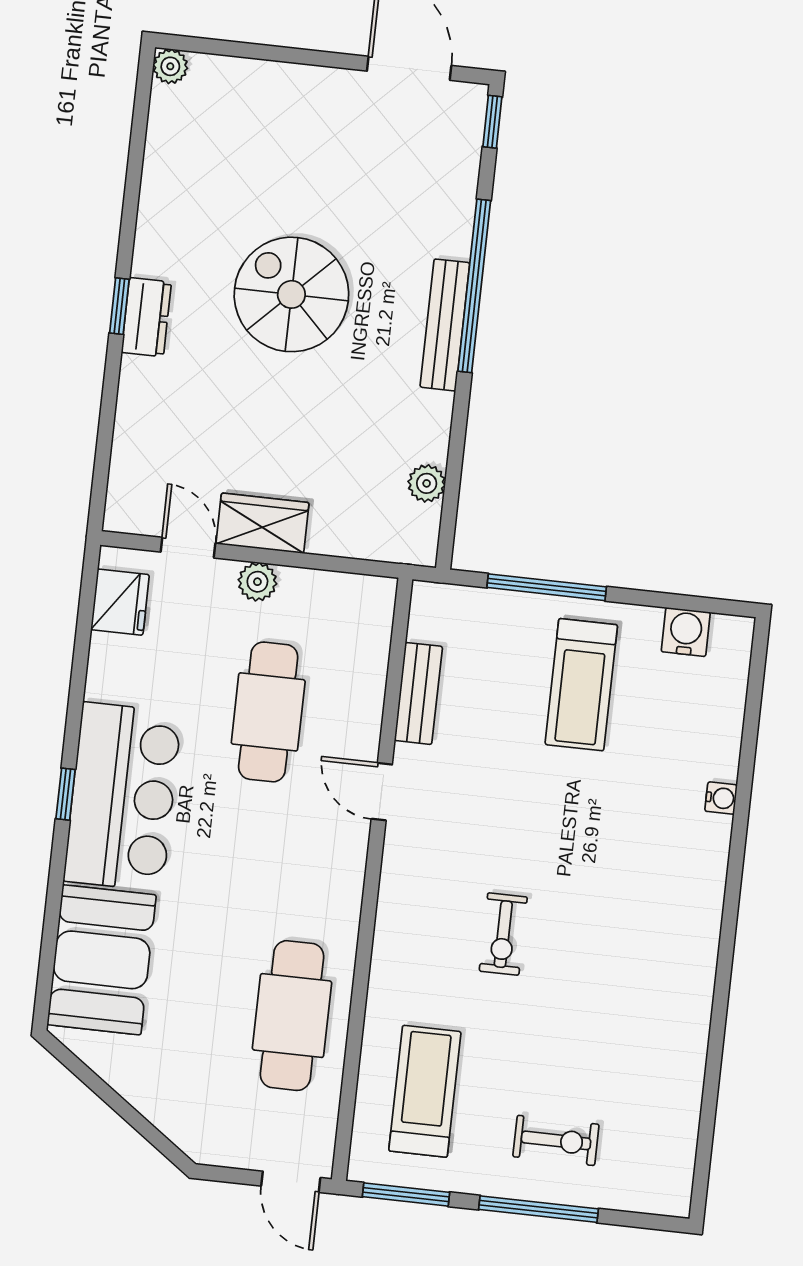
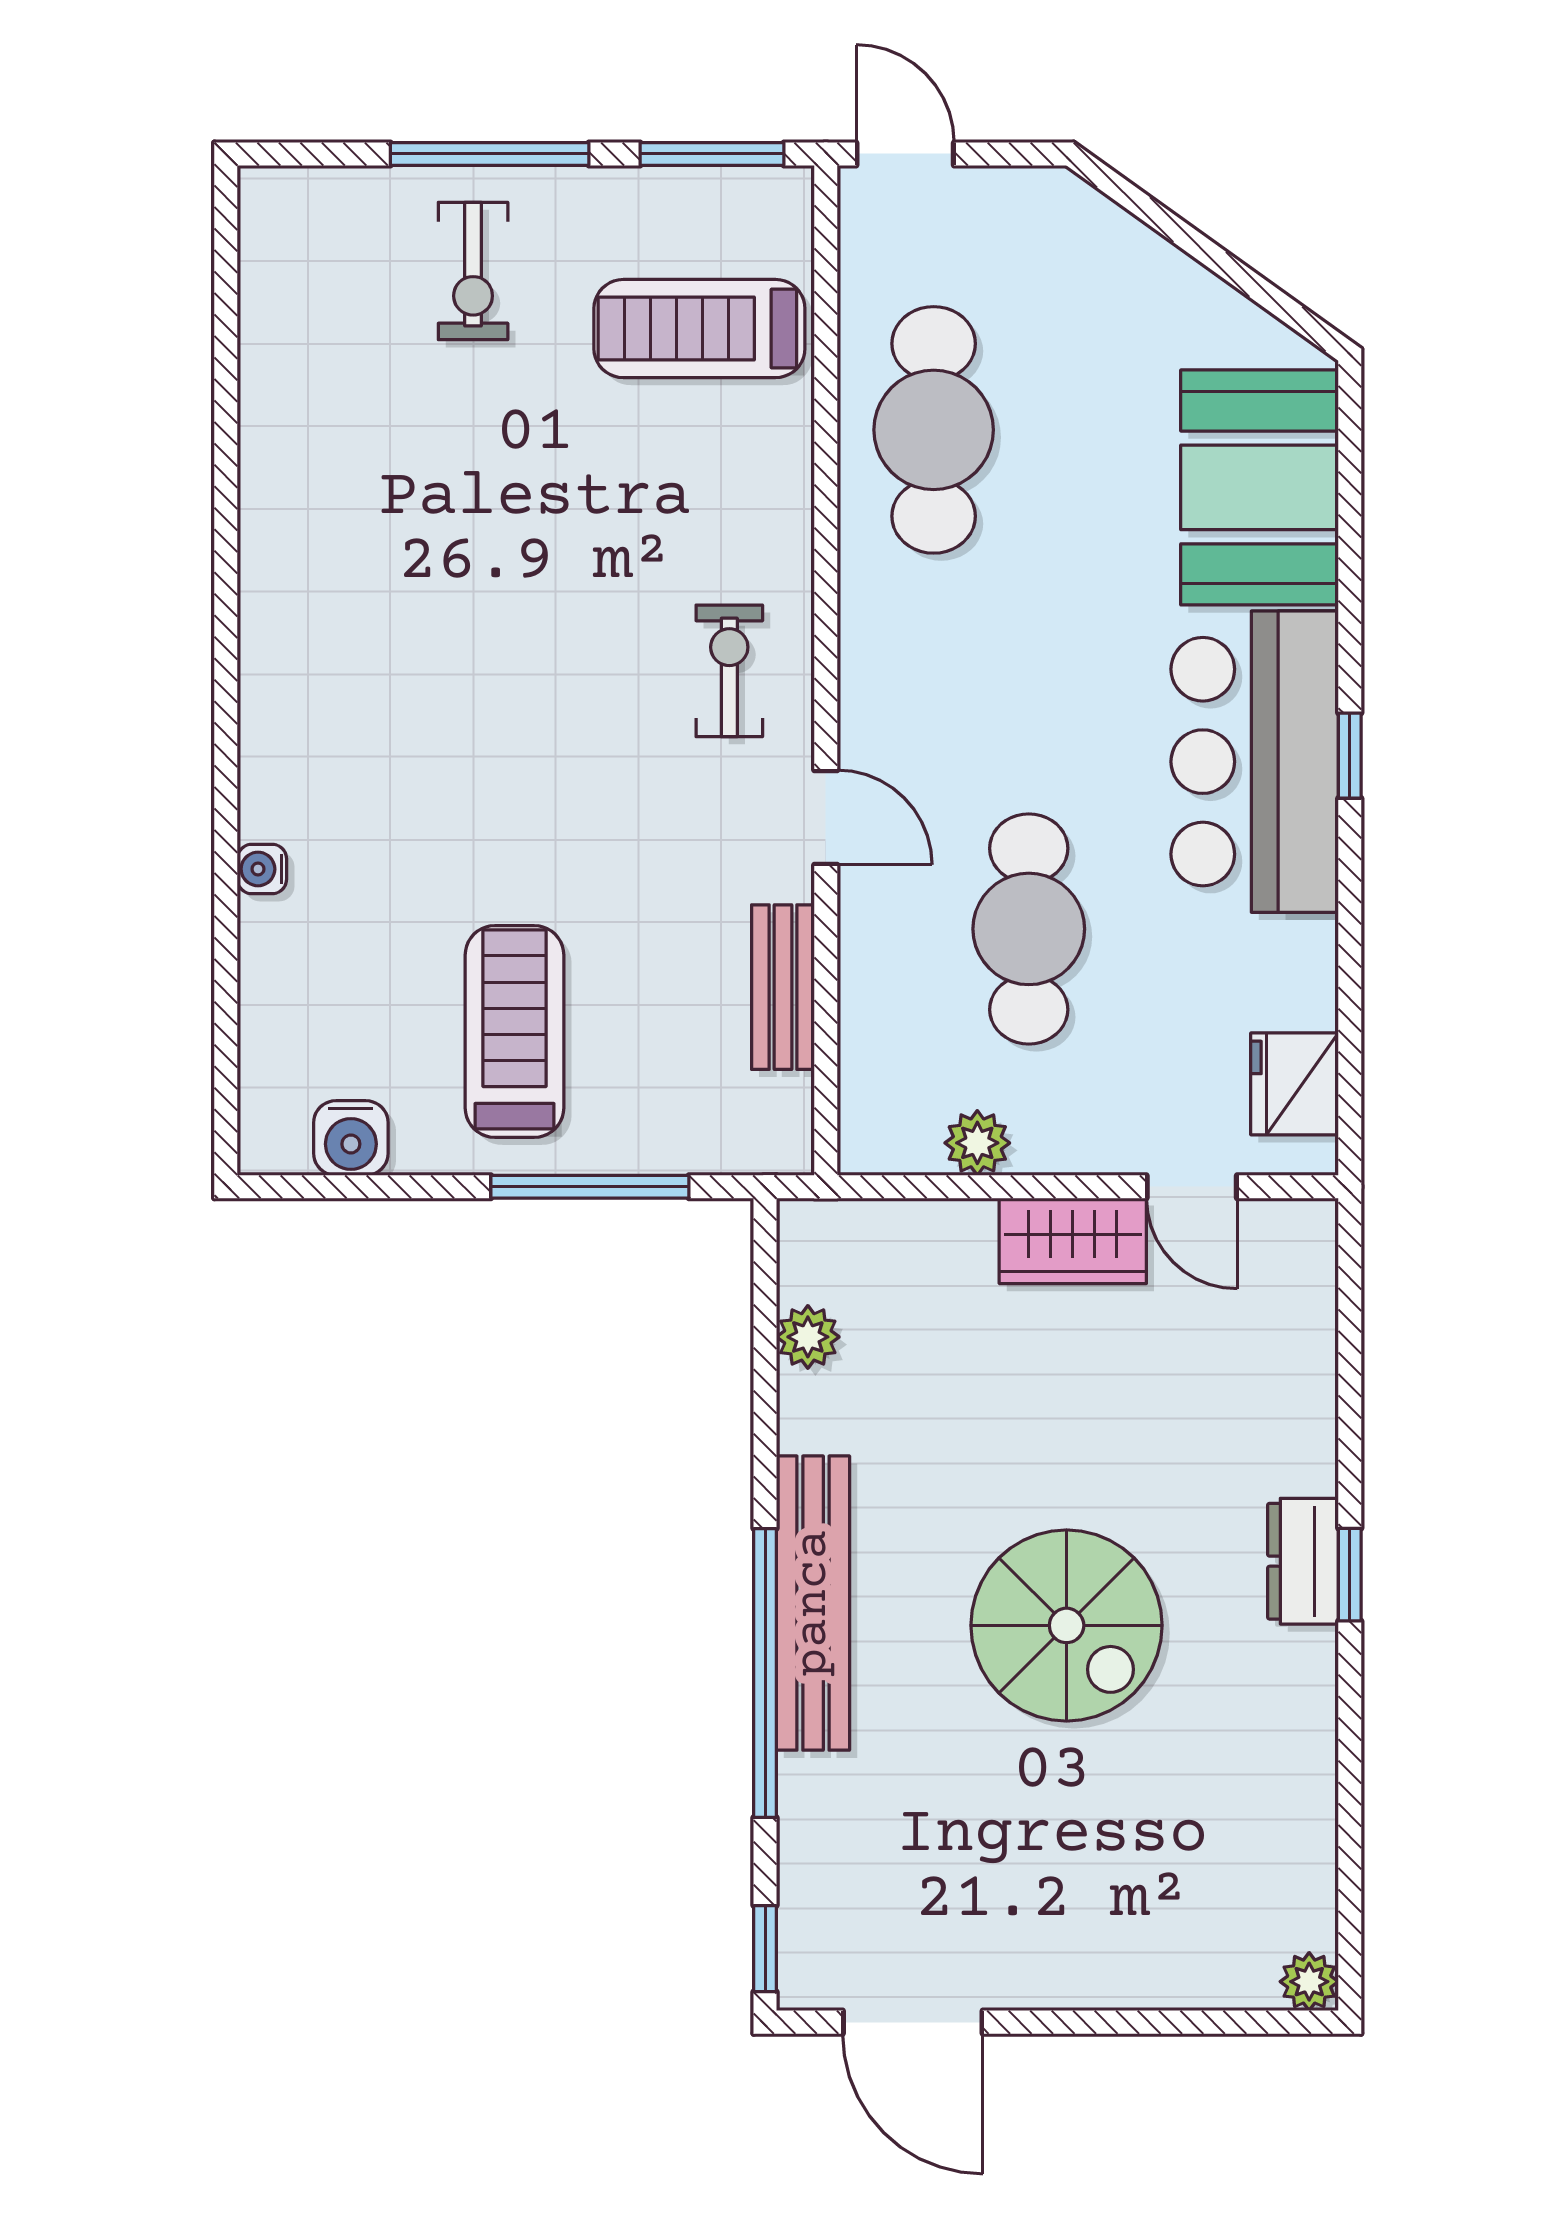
bench: (445, 325) -> (813, 1603), width x1.37, depth x1.21
plant: (257, 582) -> (977, 1143), moved
exercise bike: (503, 934) -> (729, 671), moved
treadmill: (425, 1091) -> (699, 329), turned 90
exercise bike: (556, 1140) -> (473, 271), turned -90

